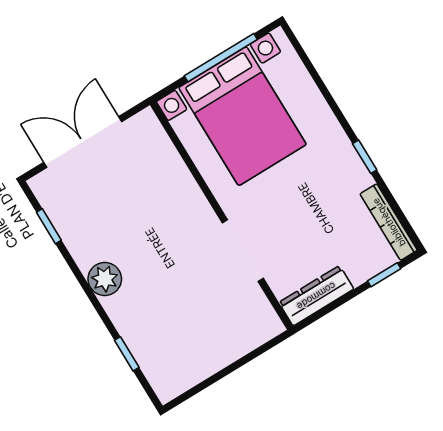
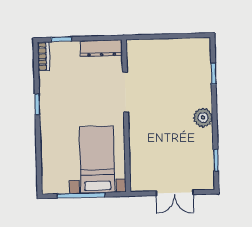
bed with nightstands: (243, 116) -> (97, 159), width x0.73
double door: (83, 142) -> (175, 193), width x0.73
bookcase: (389, 222) -> (44, 56), width x0.64

